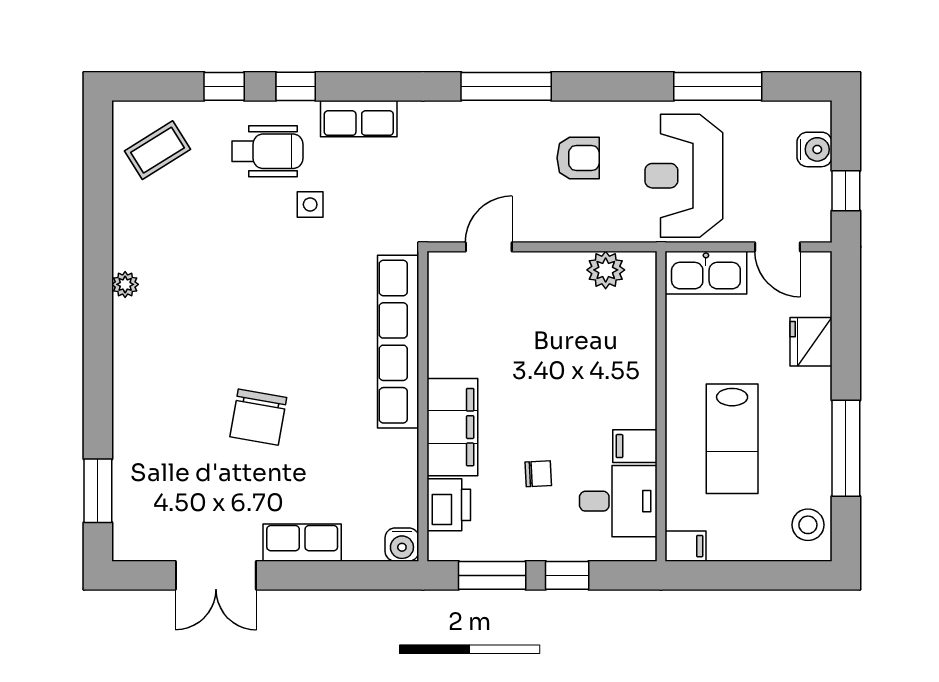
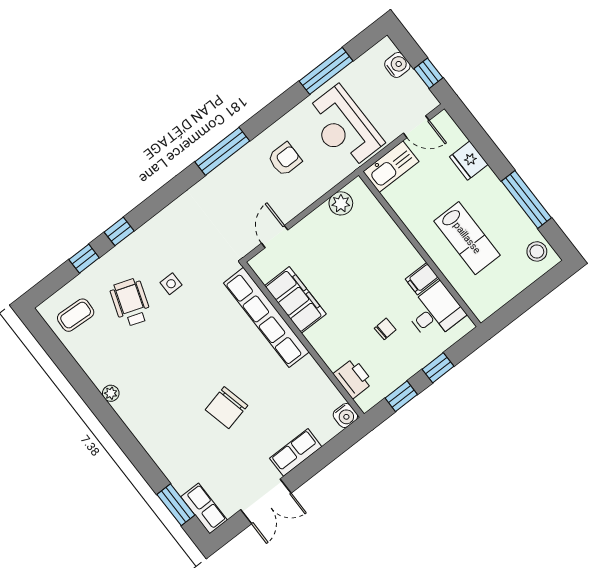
row of seats: (359, 119) -> (204, 508), moved, turned -90
coffee table: (158, 150) -> (76, 315), turned 35
wheelchair: (267, 151) -> (131, 302), moved, turned -71
chair: (258, 417) -> (226, 408), turned 67
filing cabinet: (452, 427) -> (295, 300), moved
filing cabinet: (686, 546) -> (485, 308), removed
window: (492, 575) -> (401, 396), width x0.67

